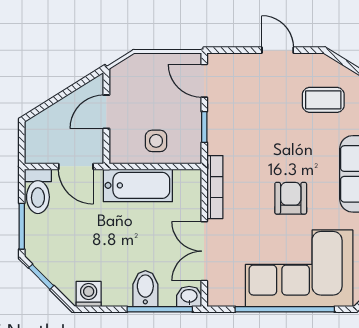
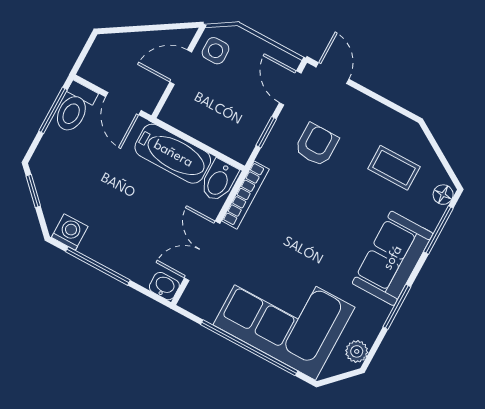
door: (278, 50) -> (332, 73), moved
side table: (156, 141) -> (216, 51), moved
armchair: (291, 198) -> (316, 145), moved
window: (22, 226) -> (53, 110), moved
bidet: (145, 289) -> (219, 181), moved, turned 180
window: (160, 309) -> (98, 266), moved

